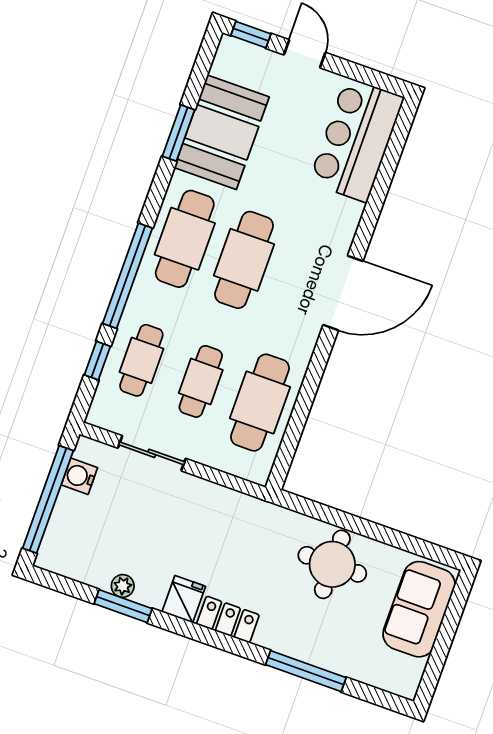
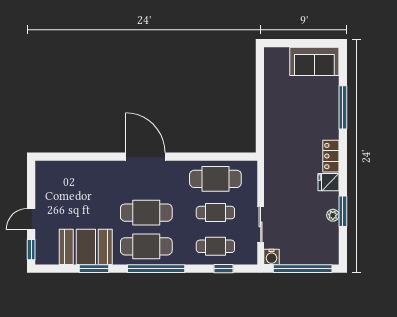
bar counter: (356, 140) -> (65, 177), removed
window: (128, 276) -> (156, 269), moved
water cooler: (79, 476) -> (271, 257), moved
round table: (332, 564) -> (284, 113), removed
sofa: (419, 609) -> (314, 61), moved

